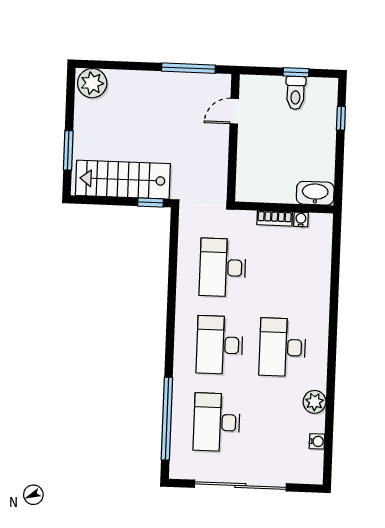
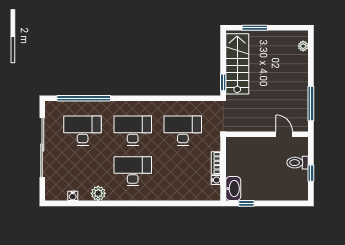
plant: (92, 83) -> (303, 46), width x0.53, depth x0.53
toilet: (296, 93) -> (298, 163), moved
window: (341, 118) -> (246, 203), moved

